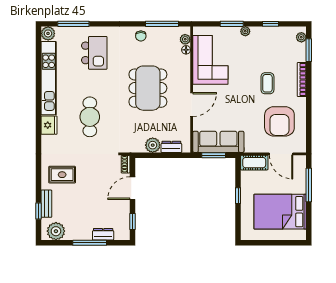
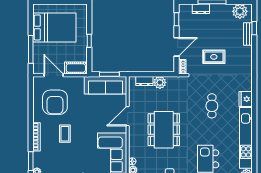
cafe table: (90, 117) -> (212, 106), width x0.73, depth x0.74
armchair: (279, 121) -> (55, 102), turned 180
rug: (62, 175) -> (214, 57), moved

